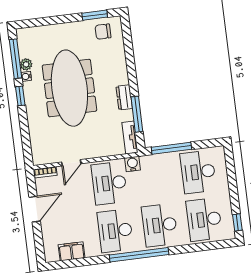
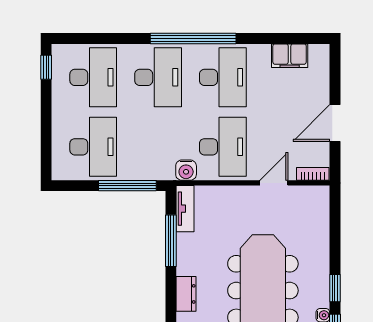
dresser: (124, 97) -> (186, 294), moved

